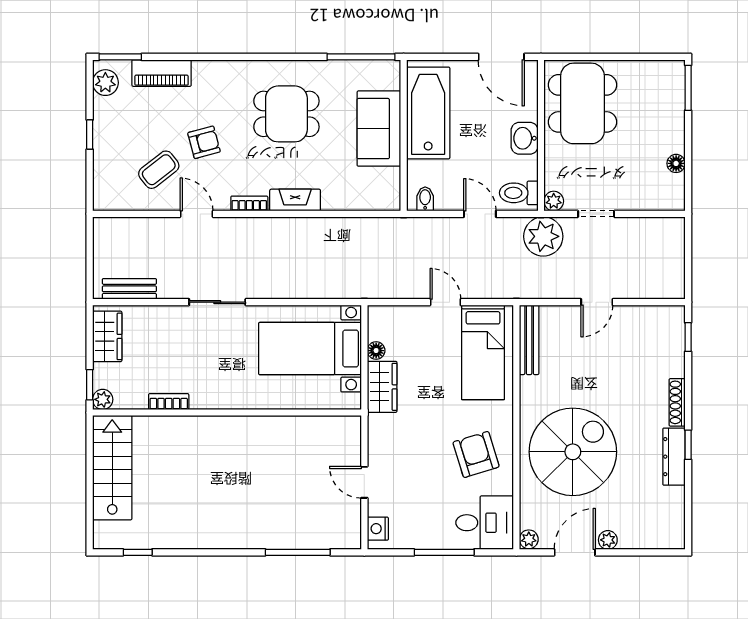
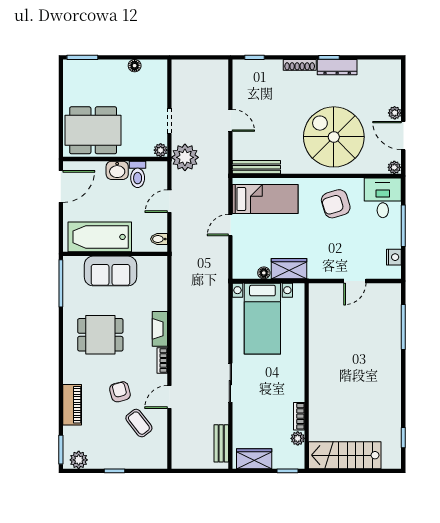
piano: (162, 73) -> (72, 405), moved
dining table: (286, 114) -> (100, 335), turned 90
toilet: (519, 193) -> (138, 174), moved
plant: (103, 399) -> (298, 438), moved
nightstand: (378, 529) -> (394, 257), moved, turned -90

